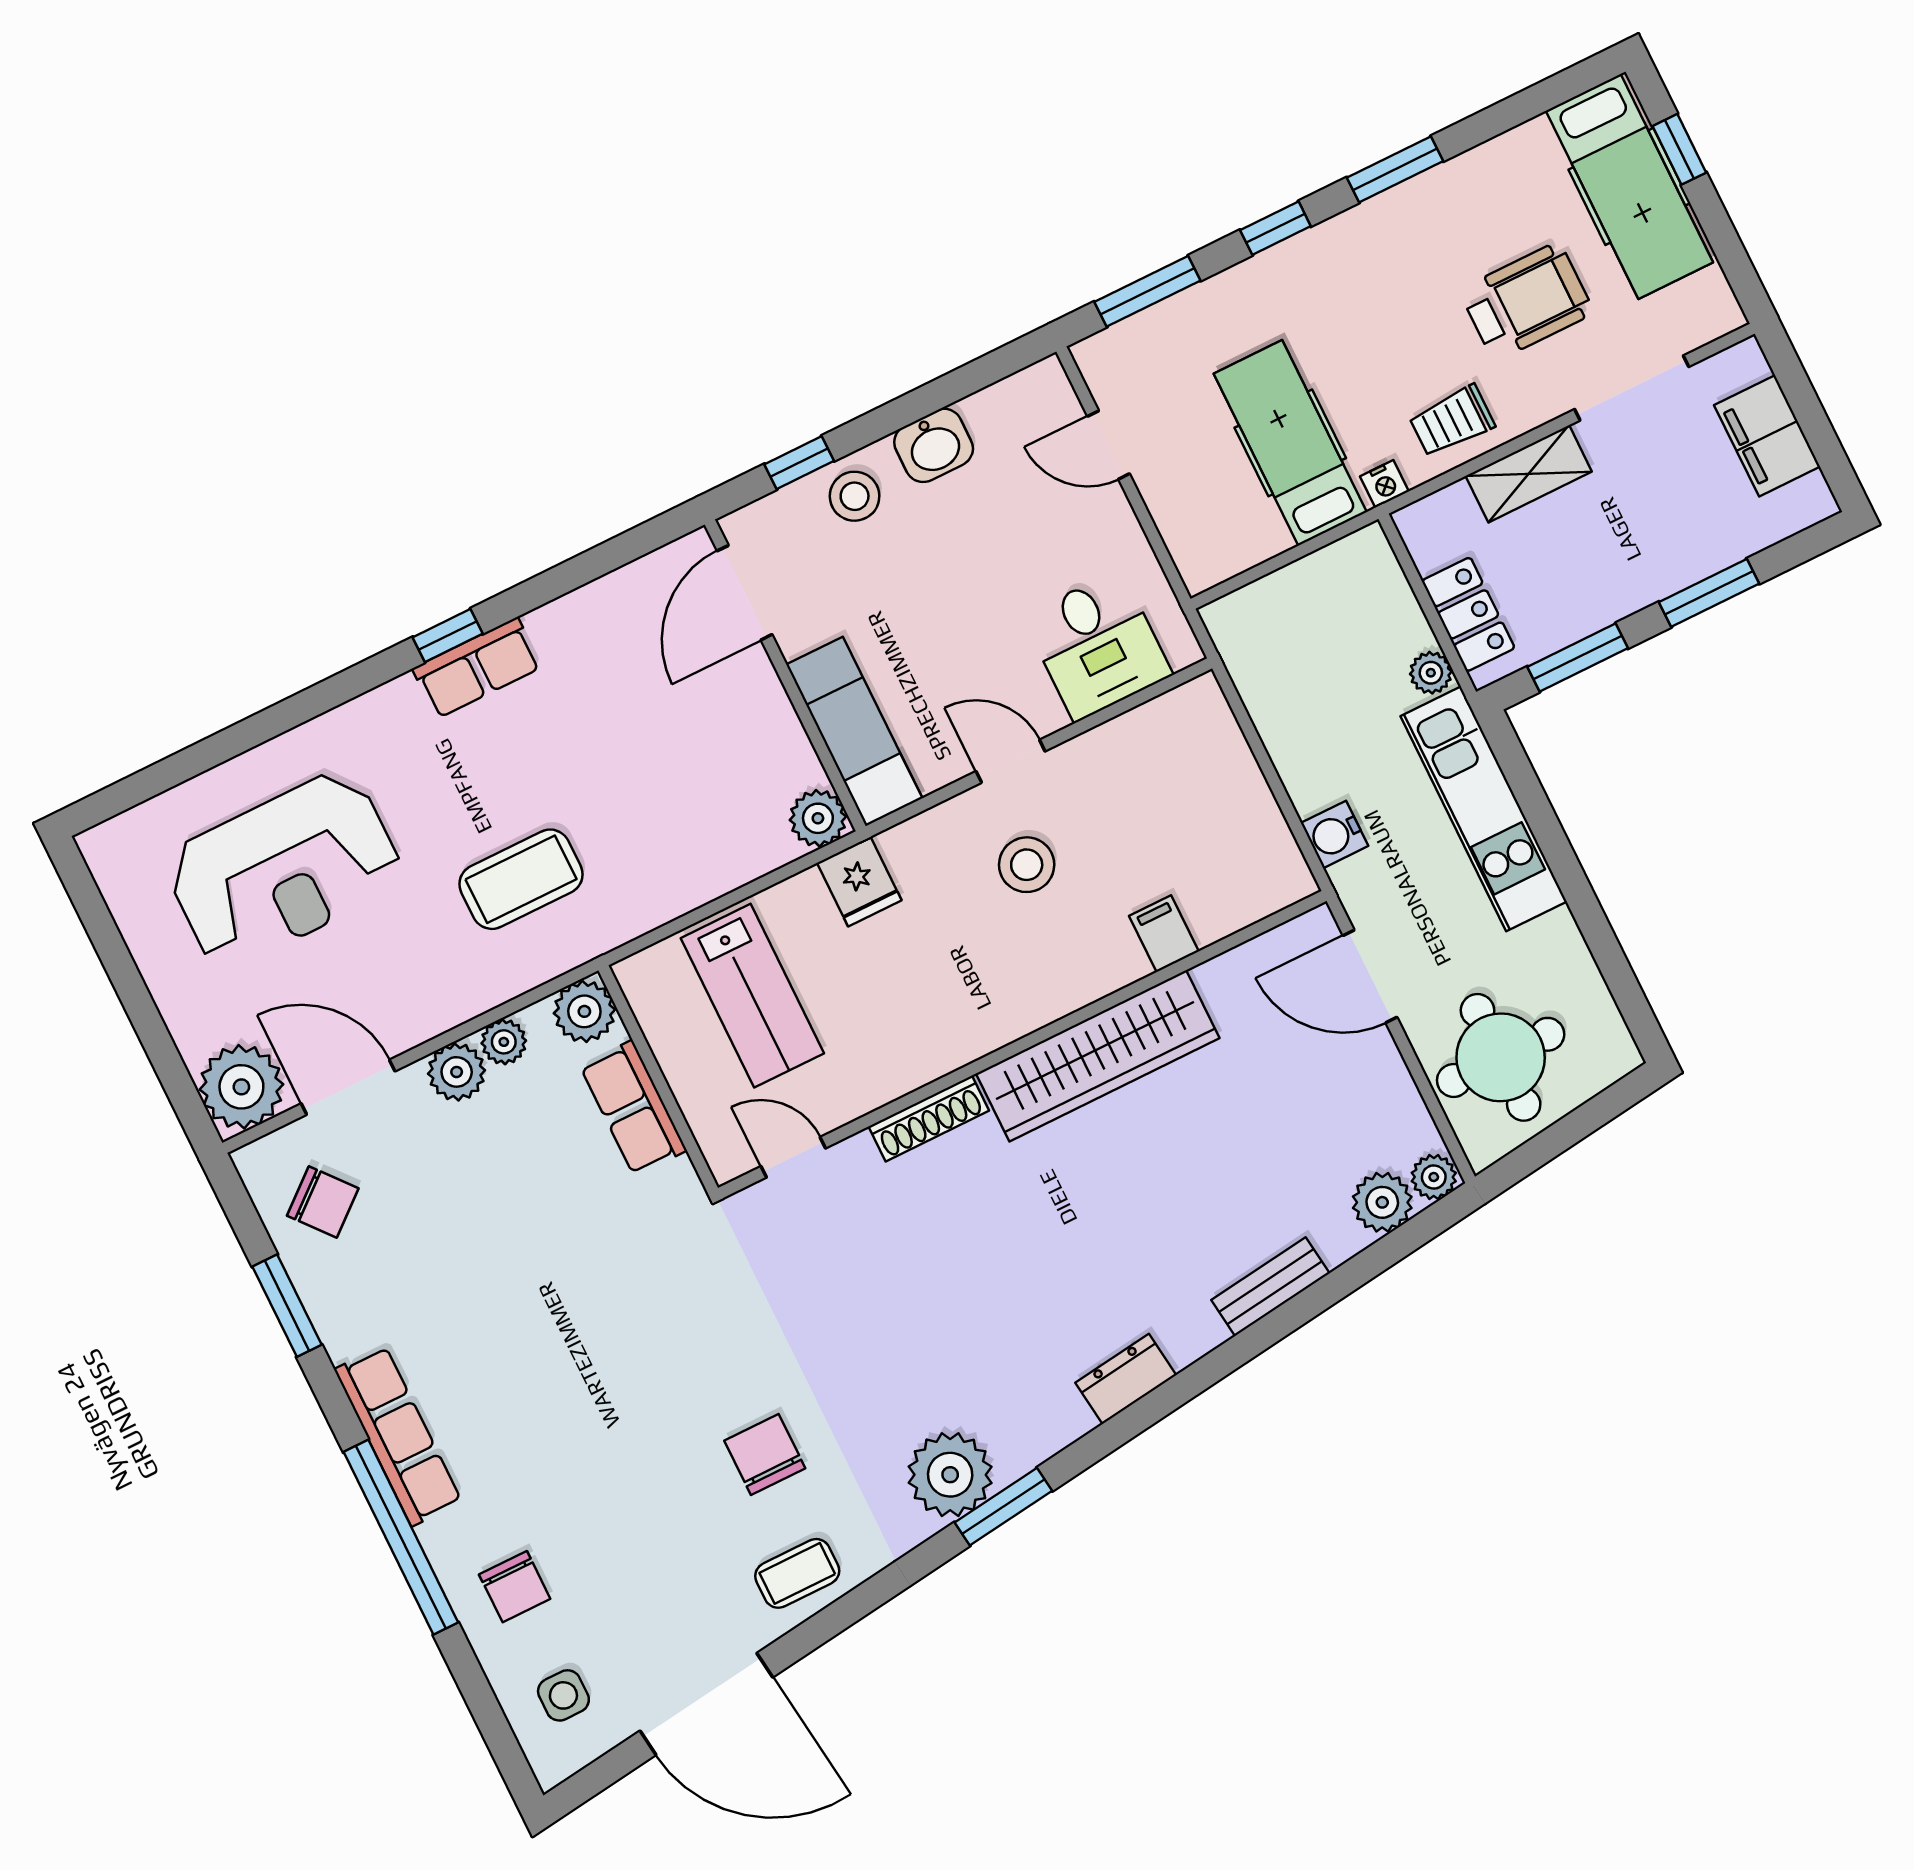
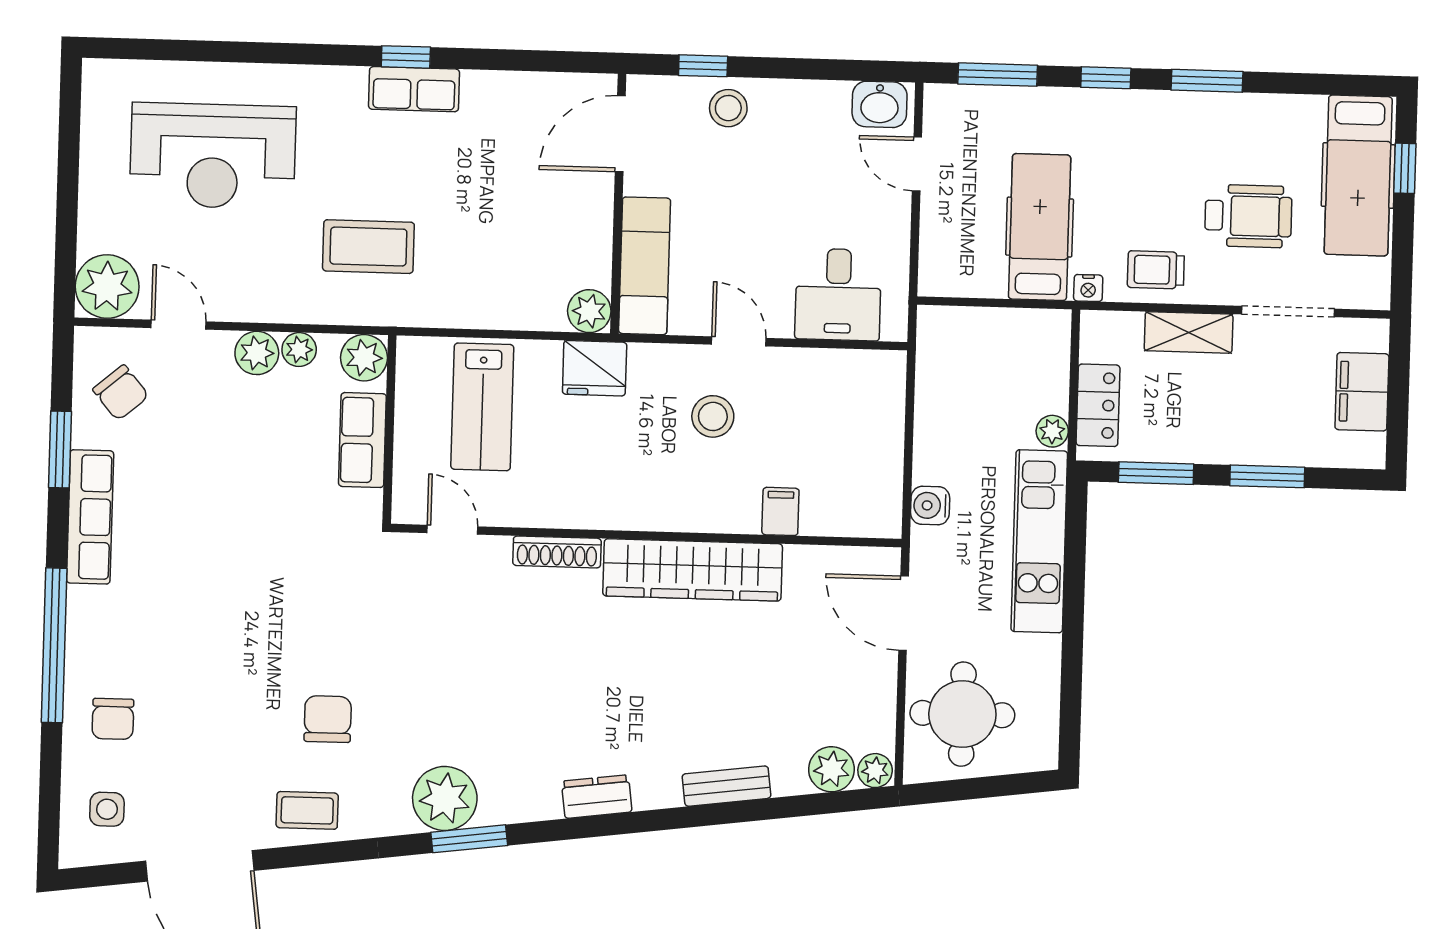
washbasin: (934, 445) -> (880, 104), moved
fridge: (859, 882) -> (595, 368), width x1.38
door: (348, 1087) -> (178, 325), width x0.73
row of seats: (398, 1436) -> (90, 517), moved

